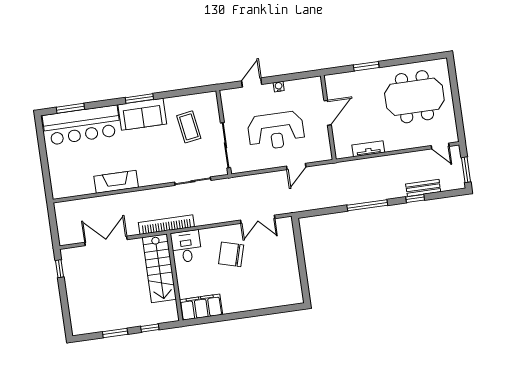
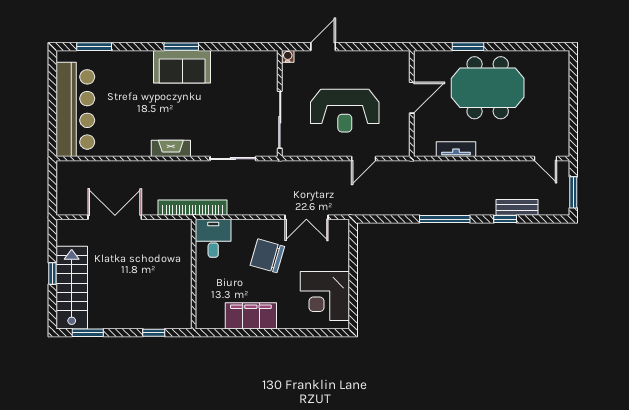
water cooler: (279, 87) -> (288, 56), moved
meeting table: (414, 97) -> (488, 88), moved
bar counter: (82, 125) -> (75, 109), moved, turned -90
coffee table: (189, 127) -> (238, 91), removed
fireplace: (116, 182) -> (171, 148), moved, width x0.73, depth x0.76
stairs: (159, 268) -> (72, 288), moved, turned 180
window: (60, 269) -> (52, 273), moved
corner desk: (281, 280) -> (325, 296), added
filing cabinet: (201, 307) -> (251, 316), moved
window: (115, 333) -> (88, 333), moved

